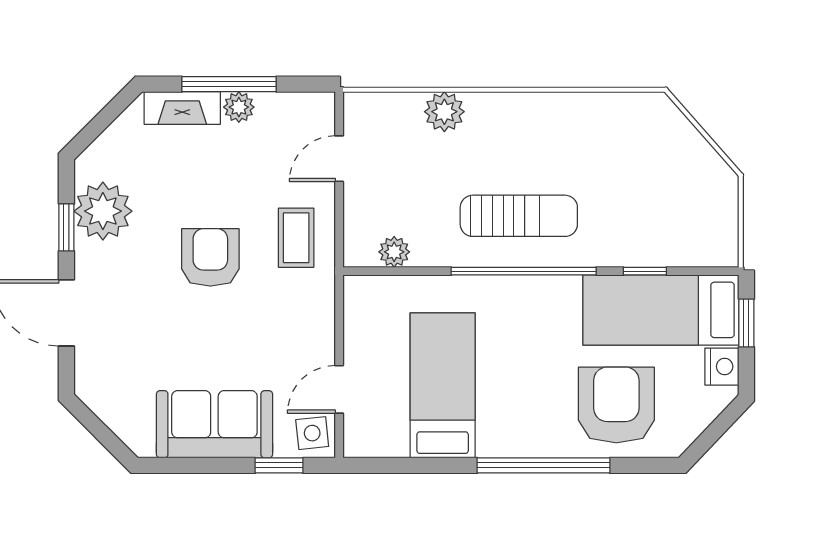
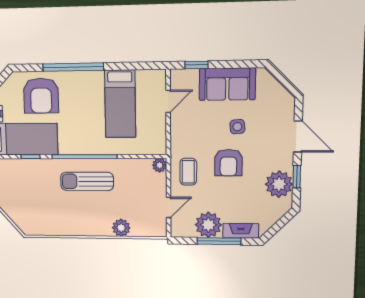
plant: (239, 107) -> (208, 225), width x1.88, depth x1.88
plant: (394, 252) -> (160, 165), moved
side table: (312, 433) -> (237, 127), moved

